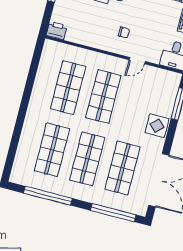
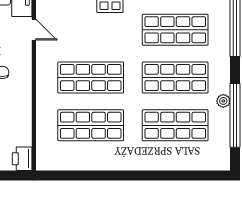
door: (137, 61) -> (34, 30), moved
plant: (61, 190) -> (223, 101), added

